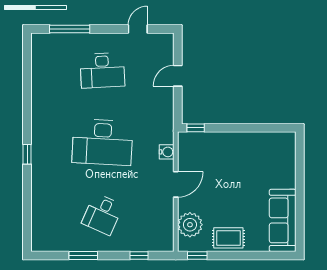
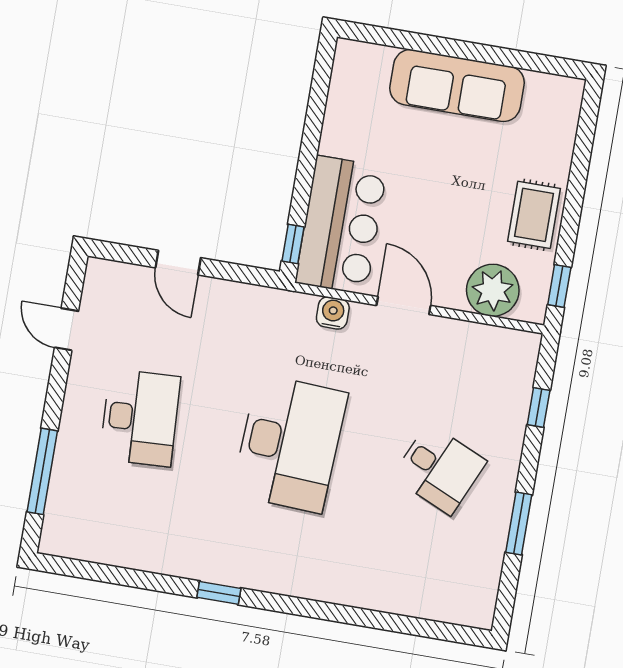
bar counter: (208, 149) -> (341, 225), added
window: (27, 154) -> (219, 593), moved
sofa: (283, 220) -> (457, 85), moved

